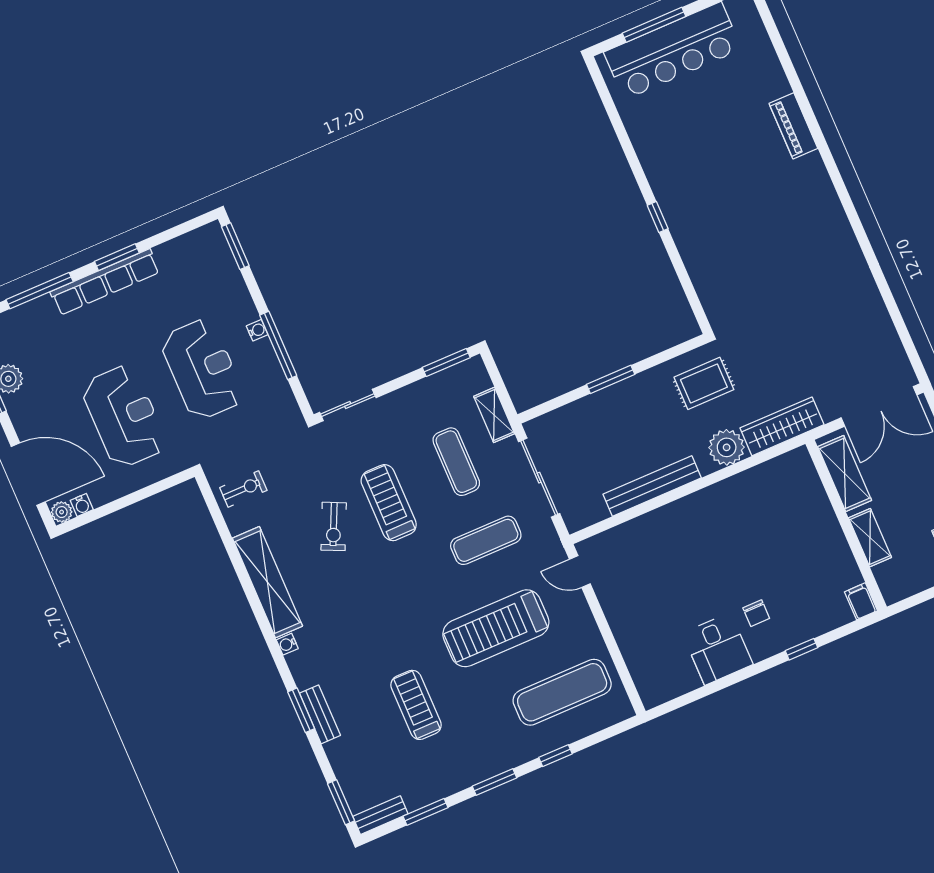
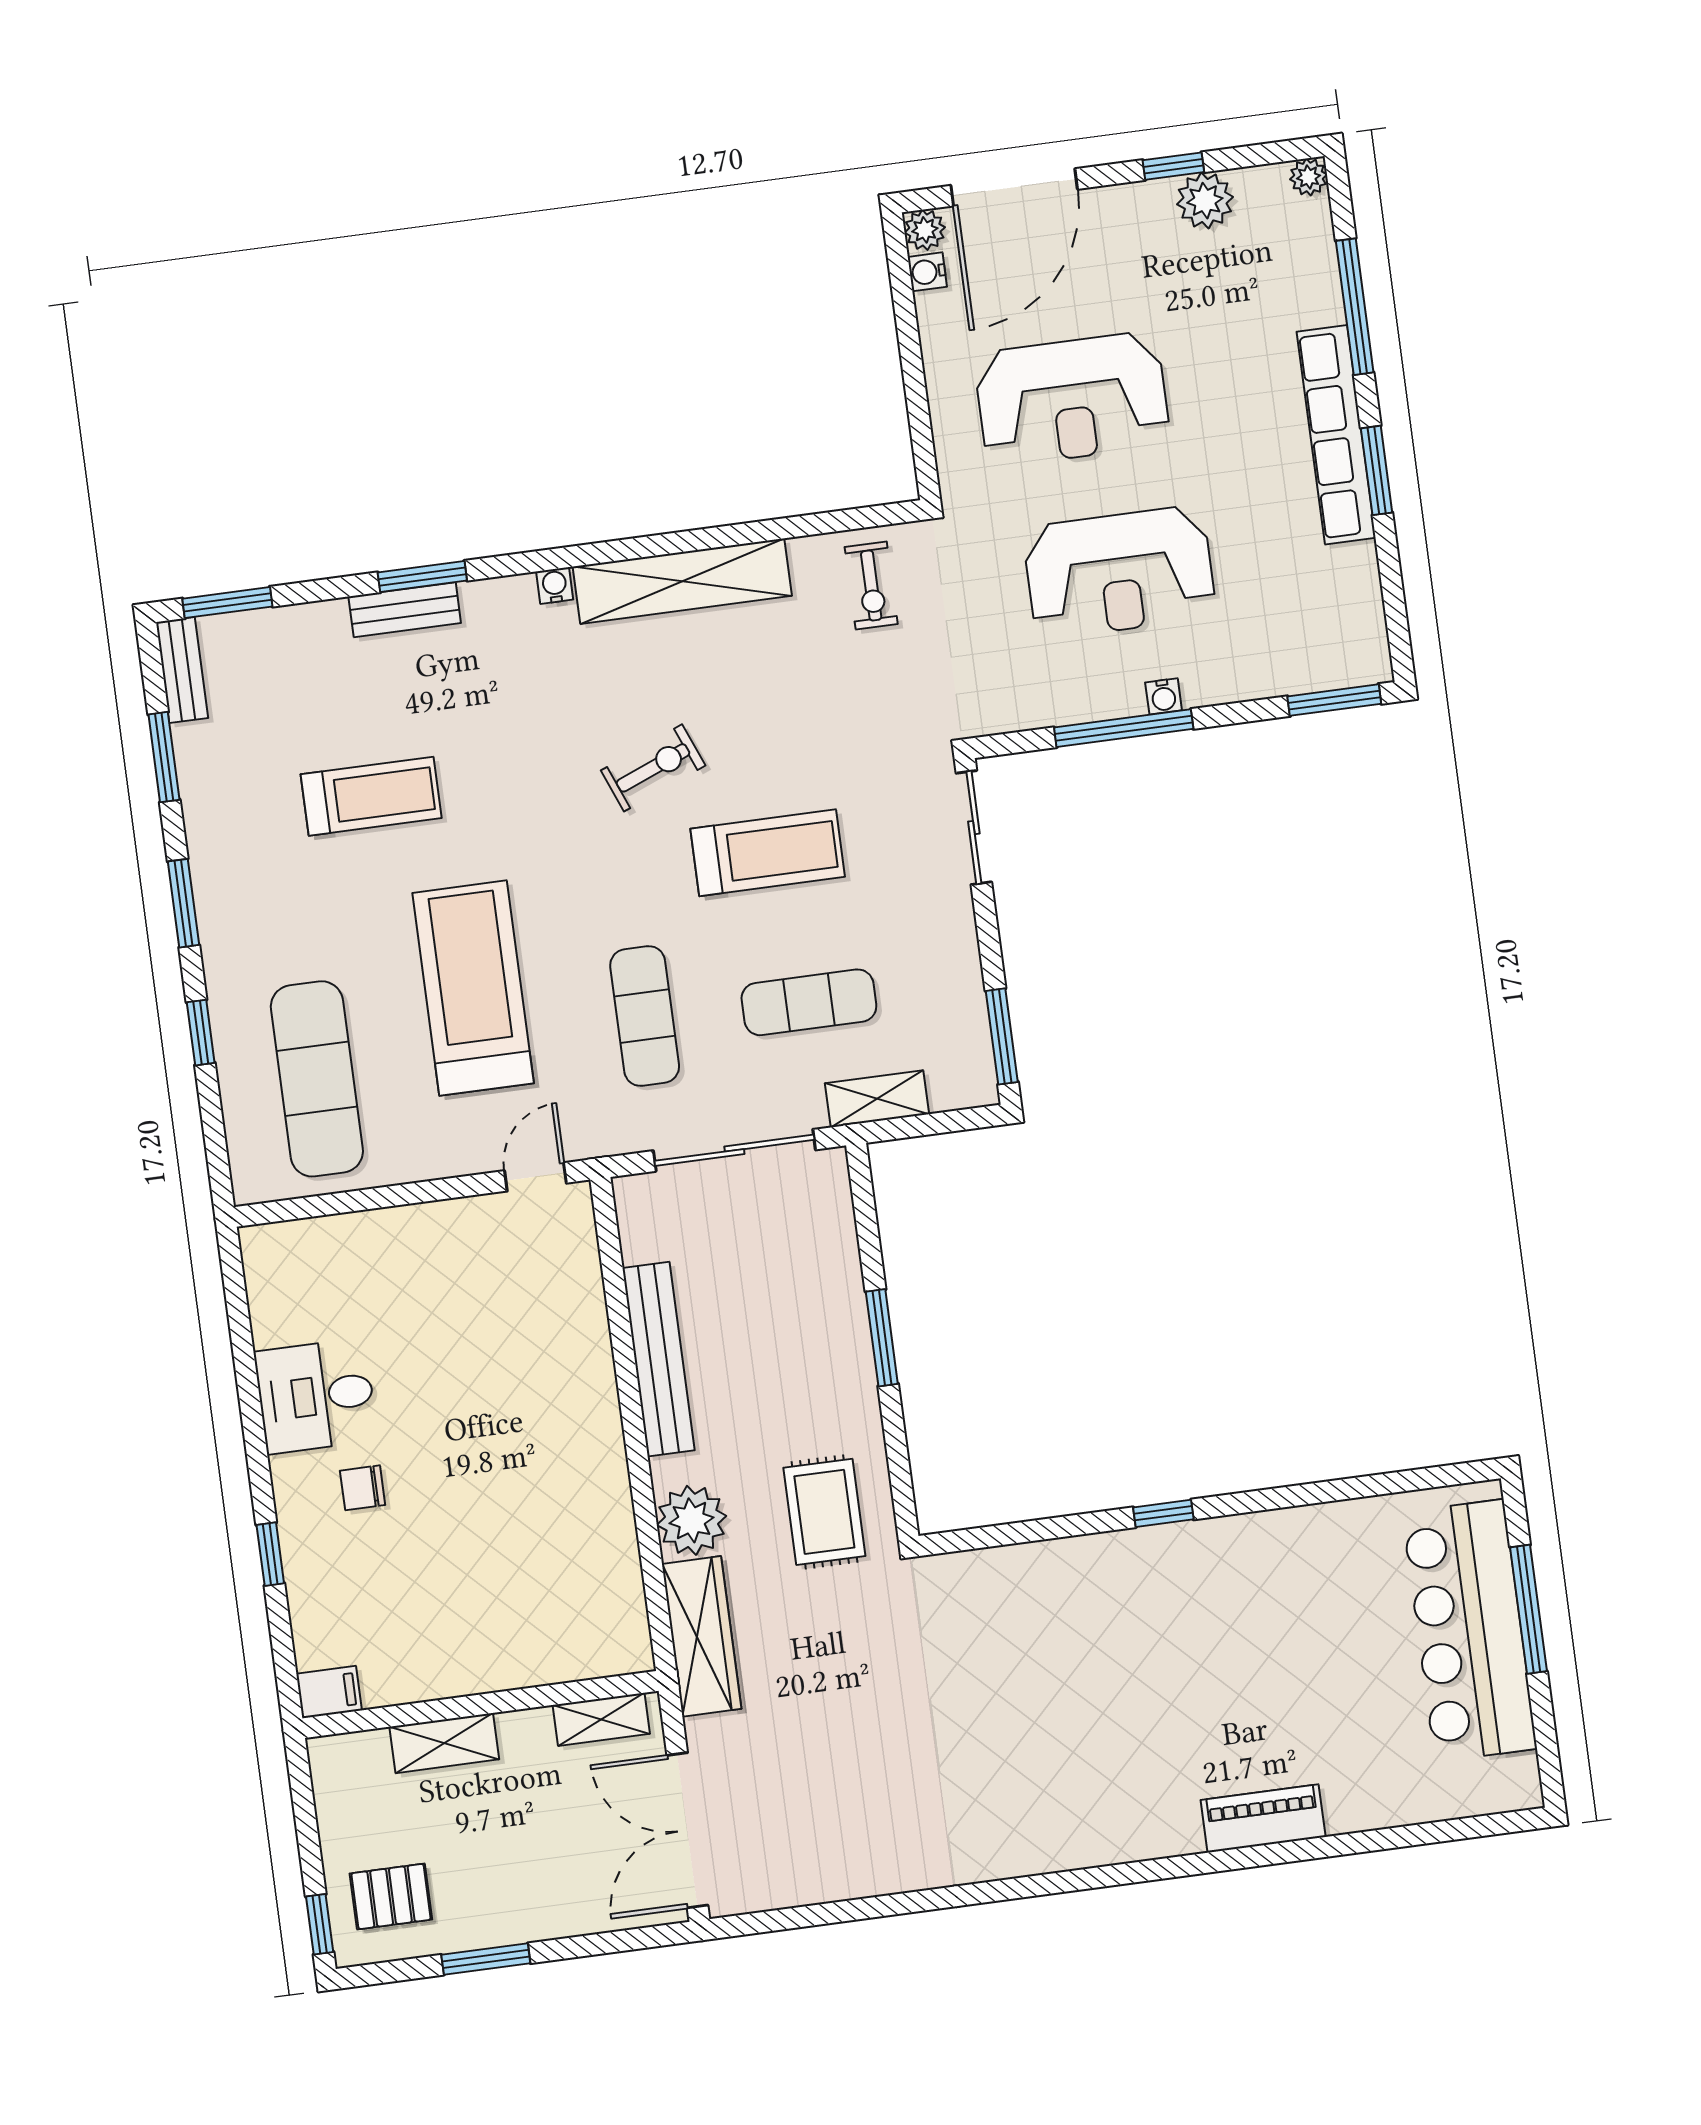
shelving: (845, 473) -> (601, 1719), width x0.67, depth x0.75
exercise bike: (334, 526) -> (653, 768), moved, turned 133

